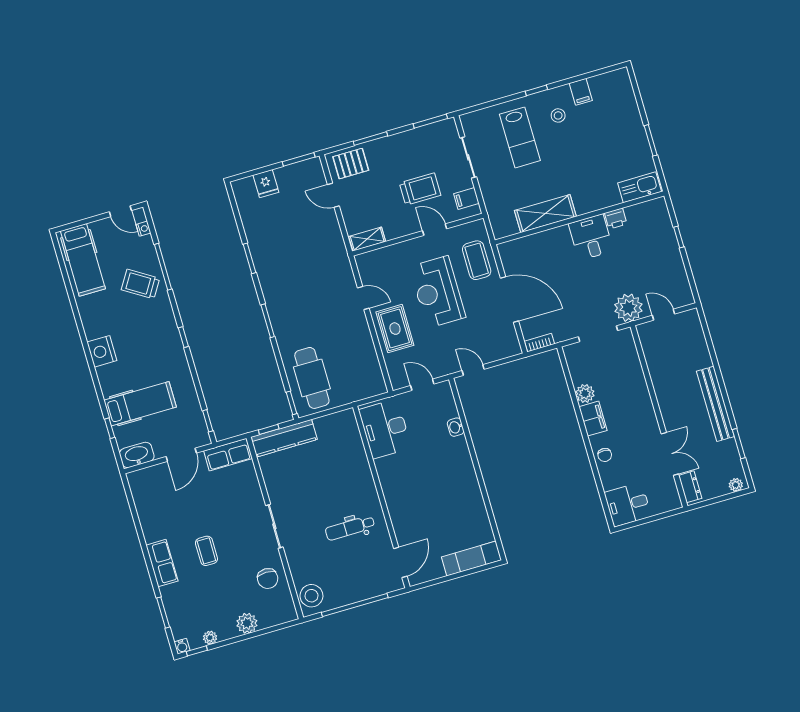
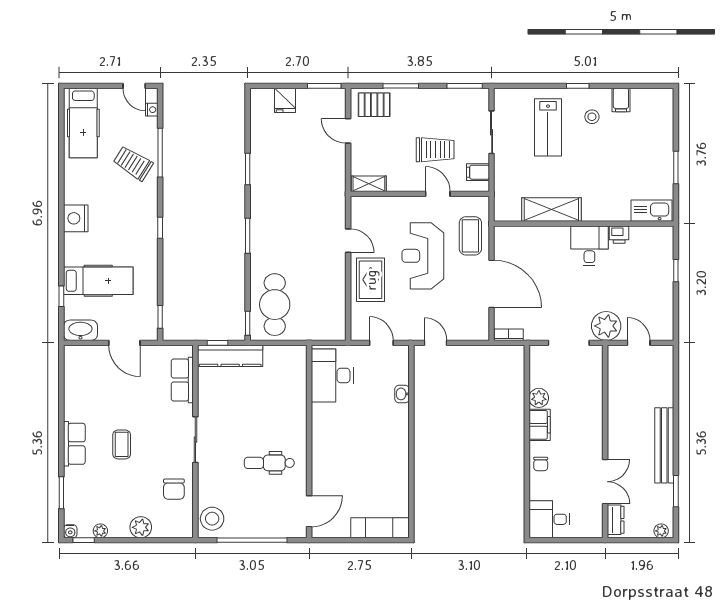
door: (181, 455) -> (124, 343), hinge flipped
row of seats: (228, 455) -> (182, 380), moved, turned 90

